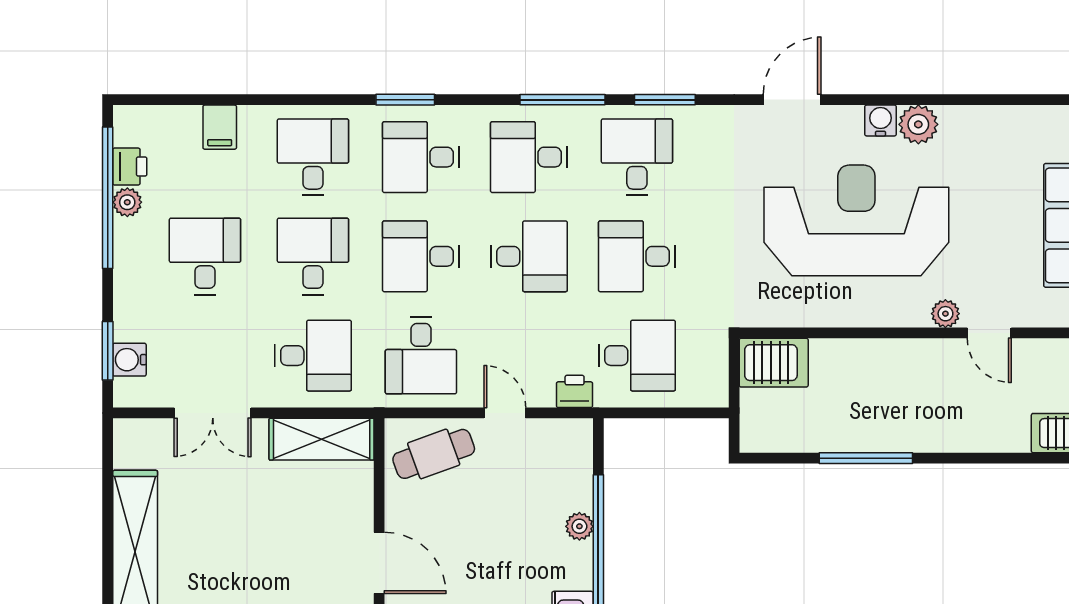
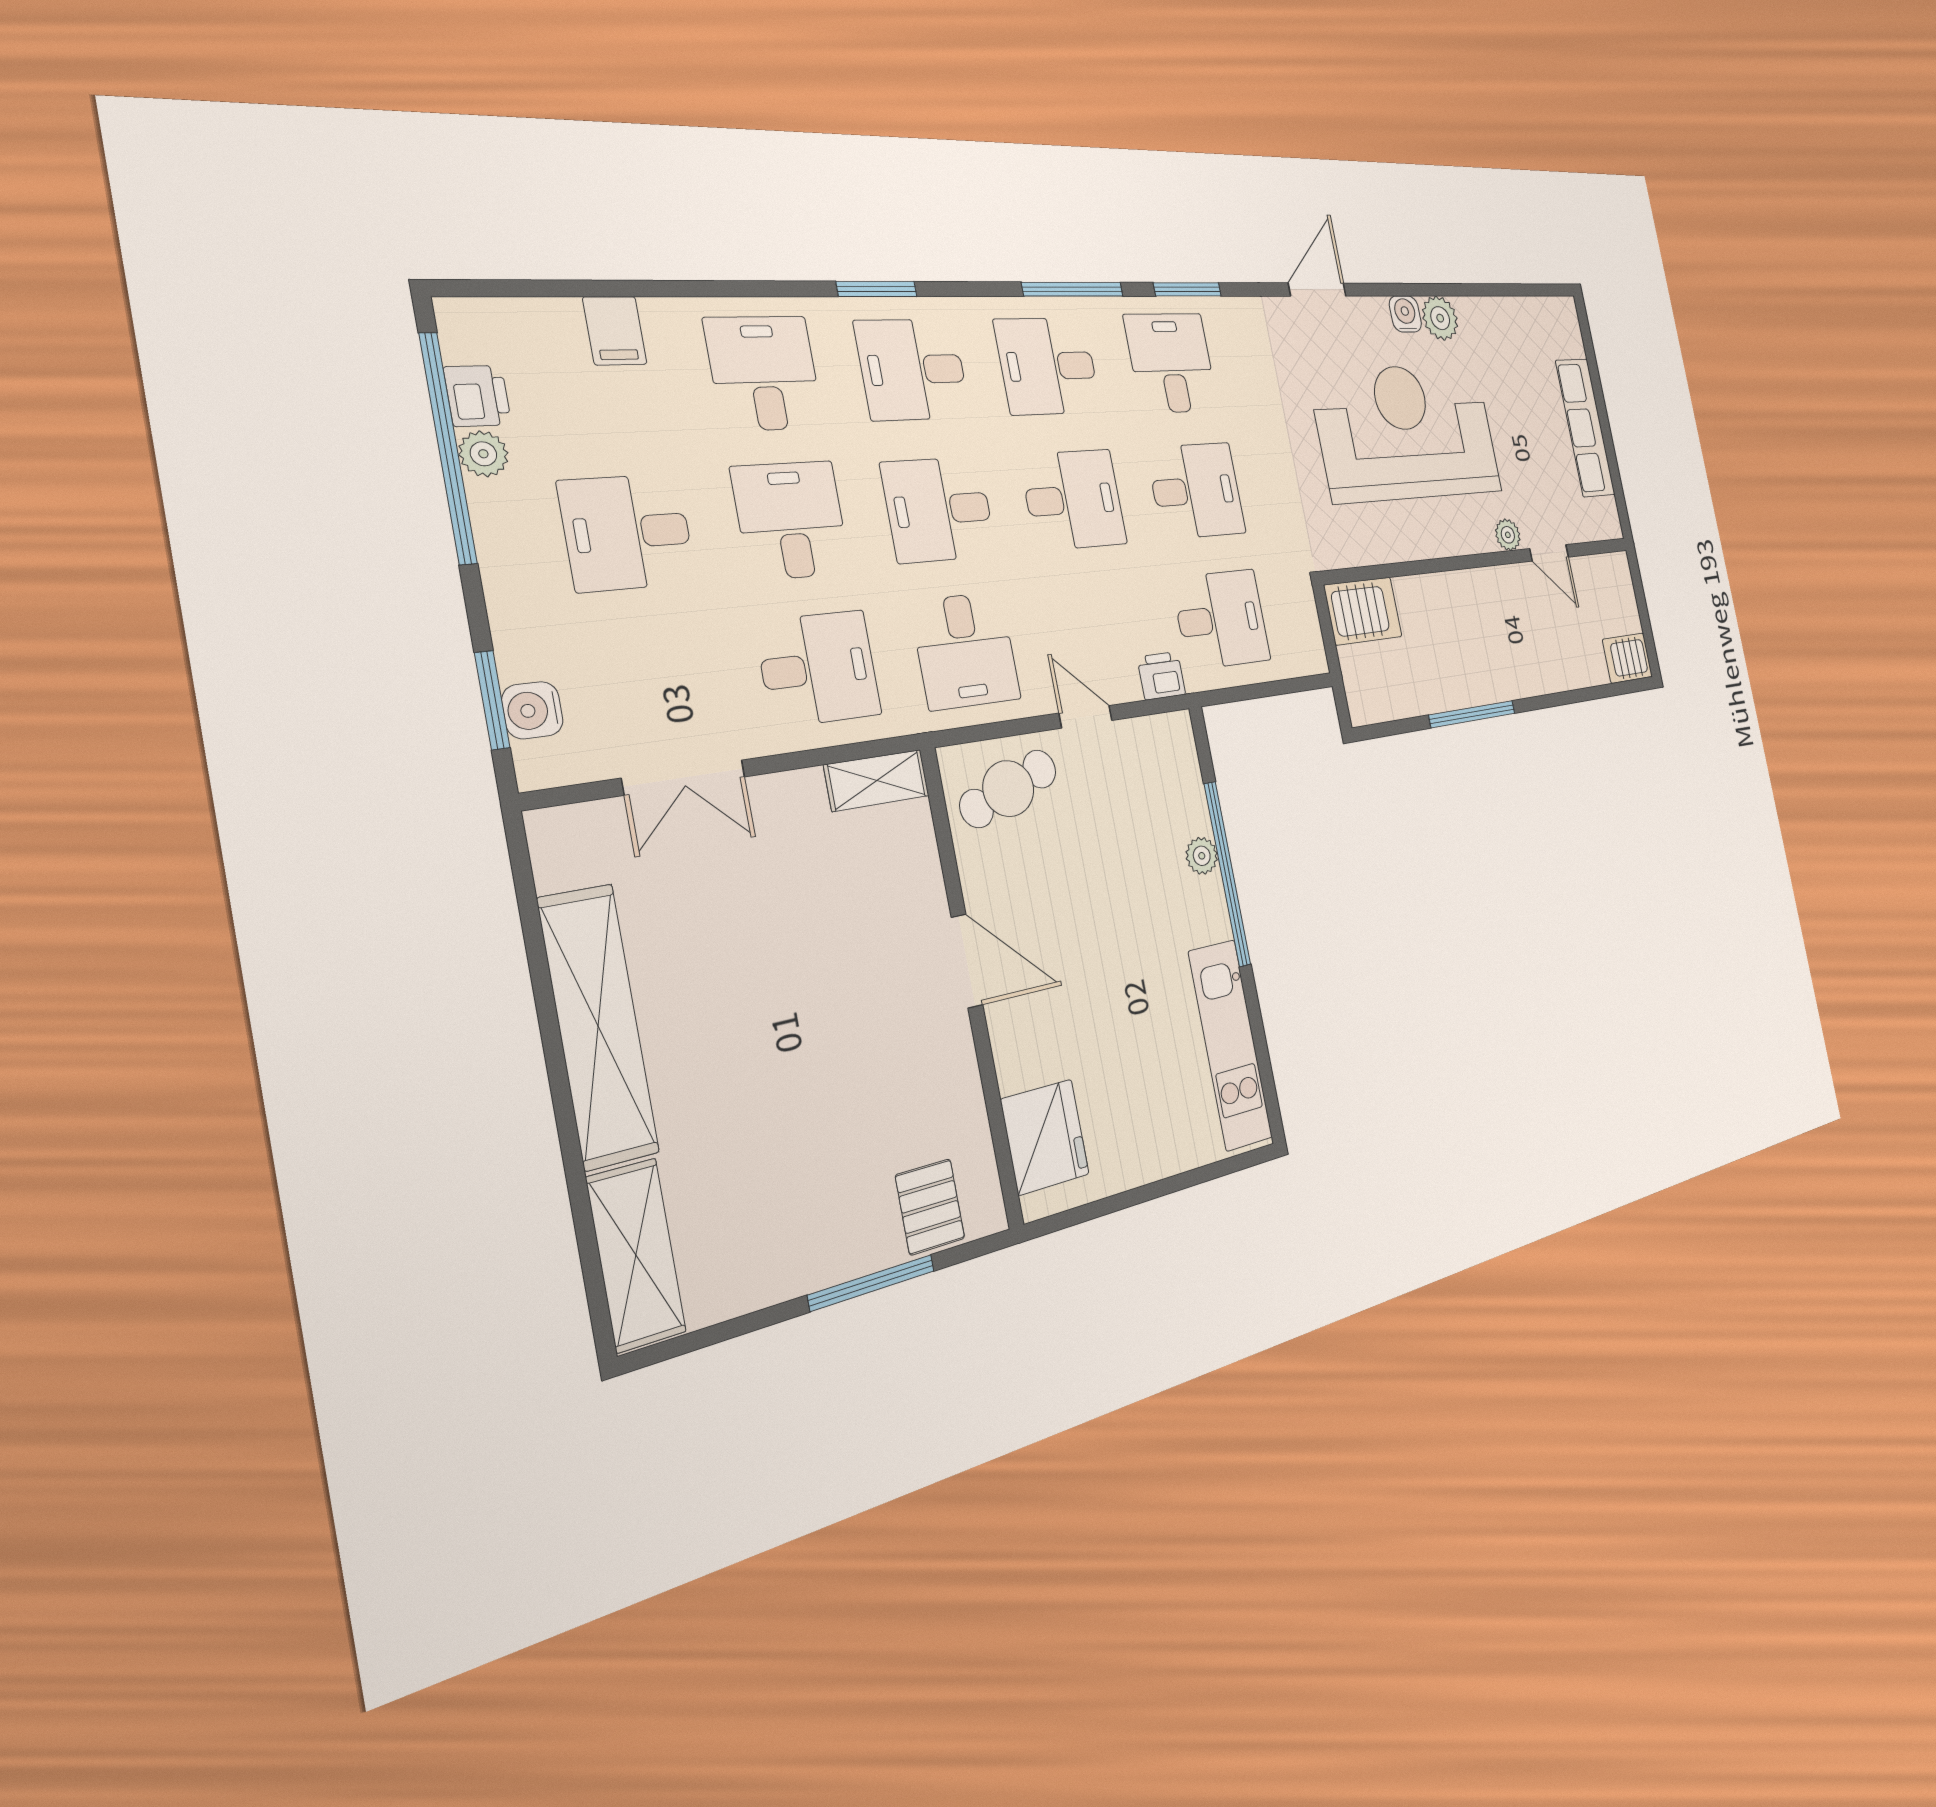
desk: (205, 256) -> (628, 532), turned -90
desk: (637, 256) -> (1196, 491), turned 180
shelving: (322, 439) -> (877, 780), width x0.67, depth x0.75

